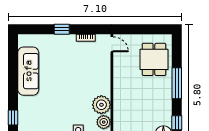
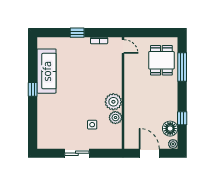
window: (177, 83) -> (182, 67), moved
window: (13, 118) -> (33, 89), moved

